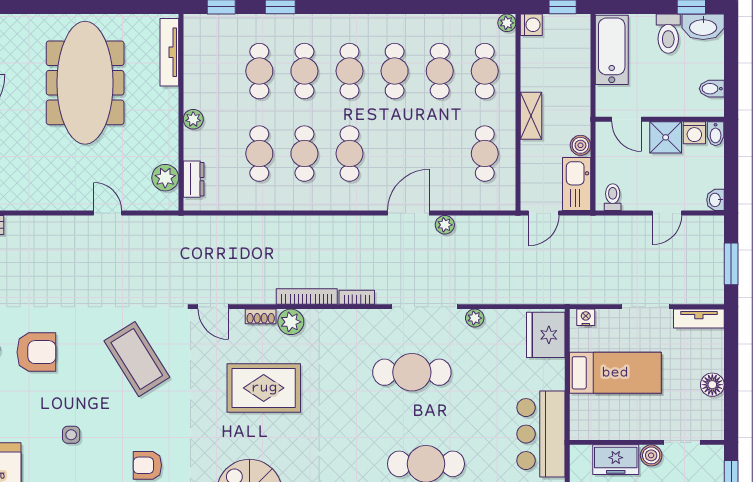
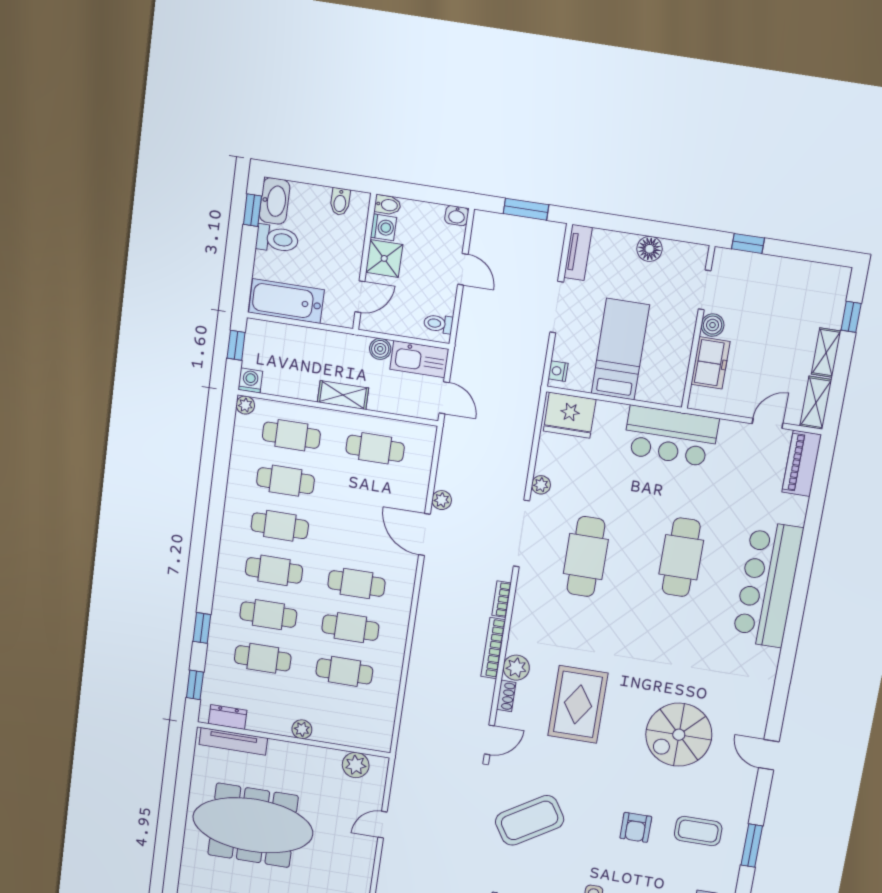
dresser: (194, 179) -> (228, 717), moved

